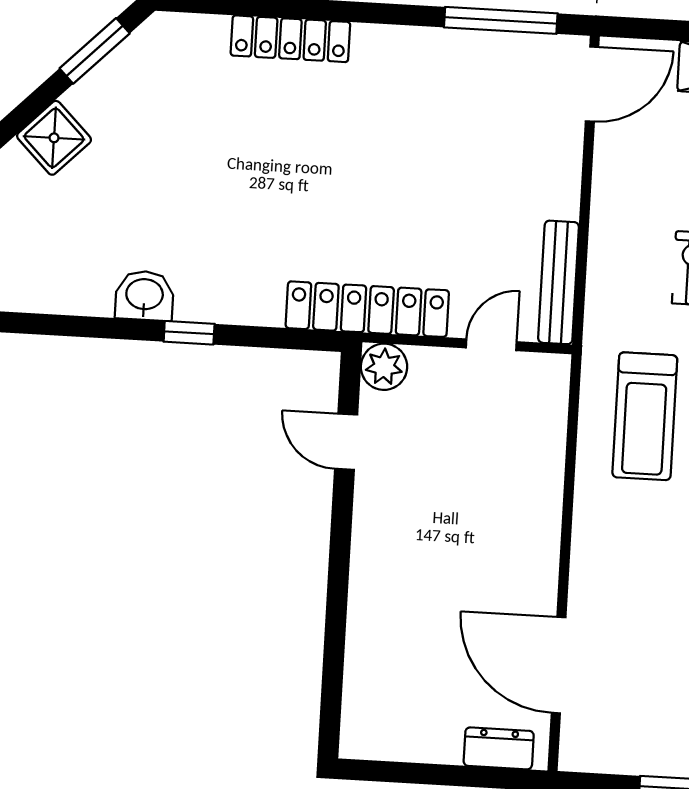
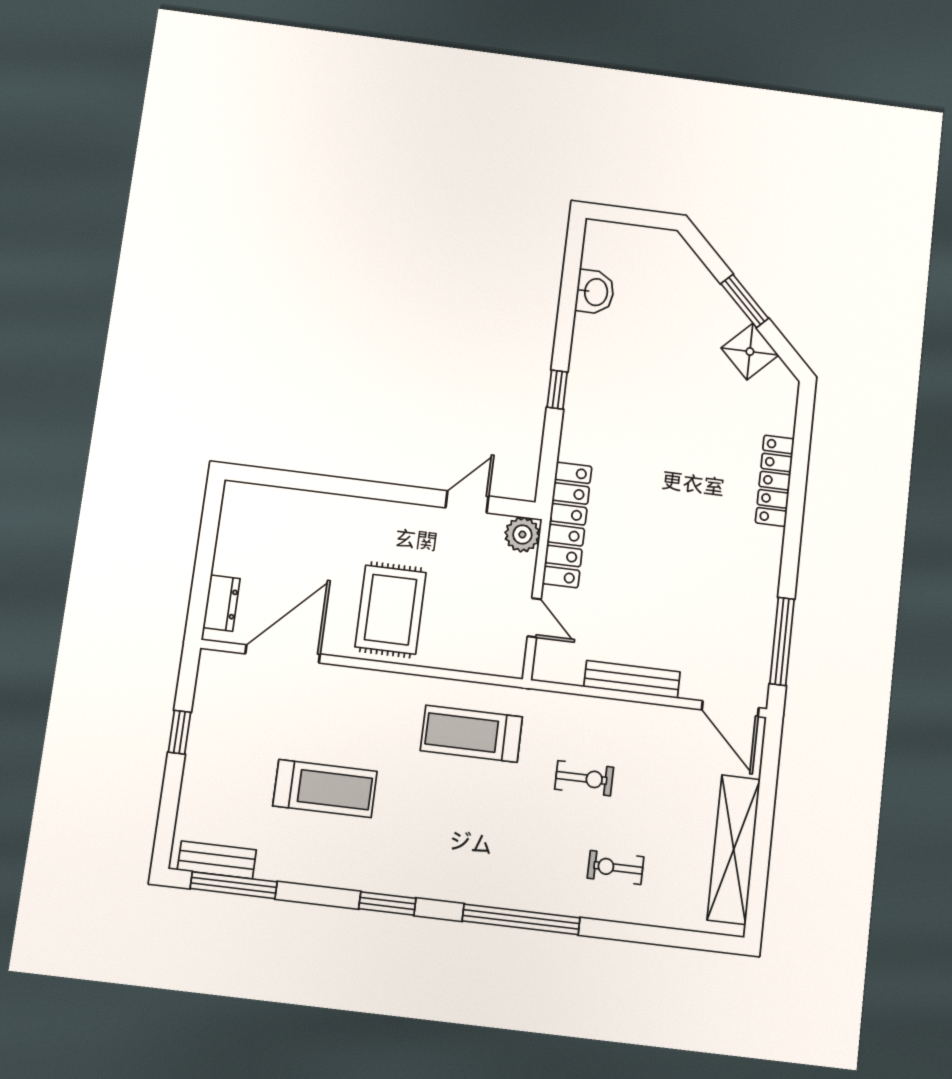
window: (95, 51) -> (745, 301), moved
shower: (54, 138) -> (750, 352), moved
bench: (559, 282) -> (632, 679), moved
washbasin: (144, 296) -> (595, 292), moved
rug: (493, 531) -> (391, 610), added

